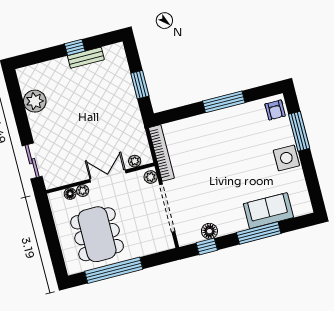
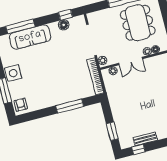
window: (75, 47) -> (138, 149), moved
window: (140, 85) -> (112, 131), moved
window: (224, 102) -> (70, 106), moved
sofa: (268, 211) -> (30, 37), width x1.36
window: (259, 233) -> (20, 26), moved

